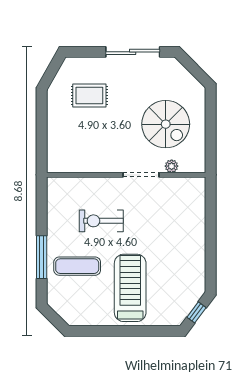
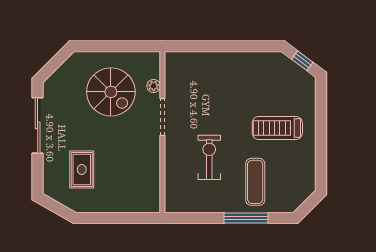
spiral stairs: (166, 124) -> (111, 92), turned 90
exercise bike: (101, 221) -> (209, 157), turned 180
treadmill: (130, 288) -> (277, 128), width x0.73, depth x0.73

